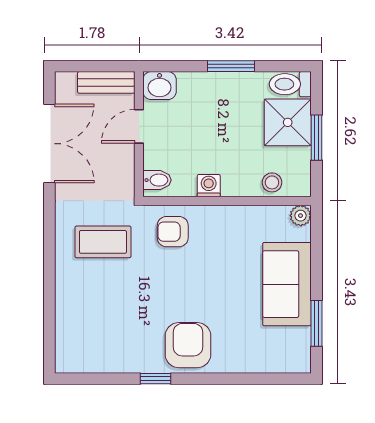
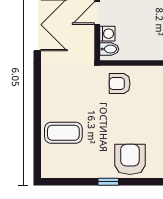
washing machine: (209, 186) -> (107, 34), moved, turned 90
coffee table: (103, 242) -> (63, 133), moved

